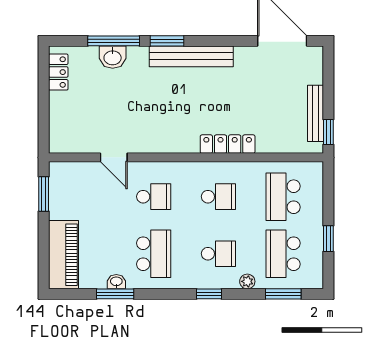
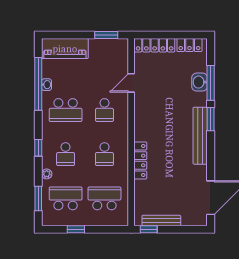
locker: (59, 123) -> (155, 45), added
window: (115, 294) -> (38, 84), width x2.11

